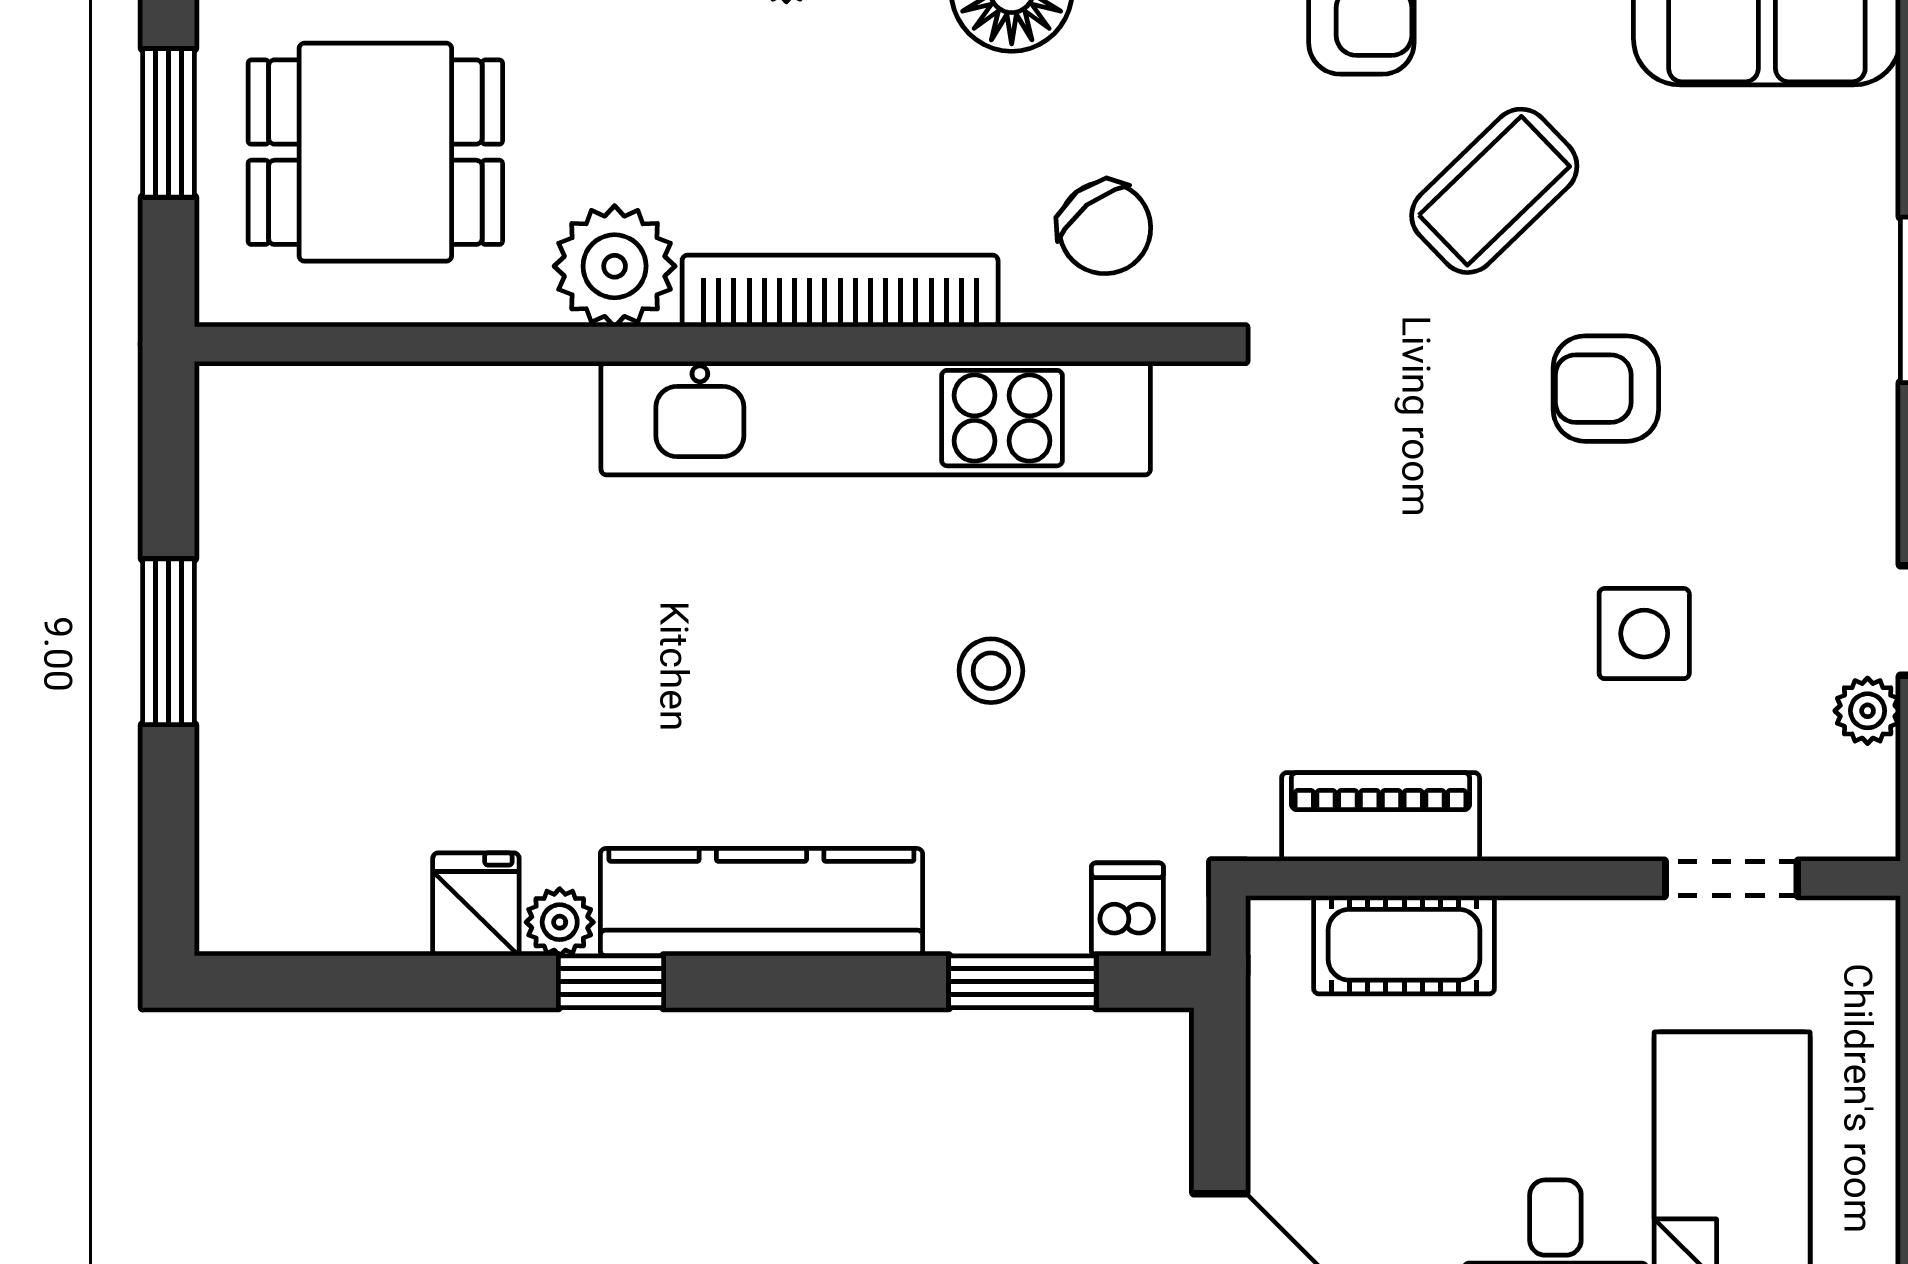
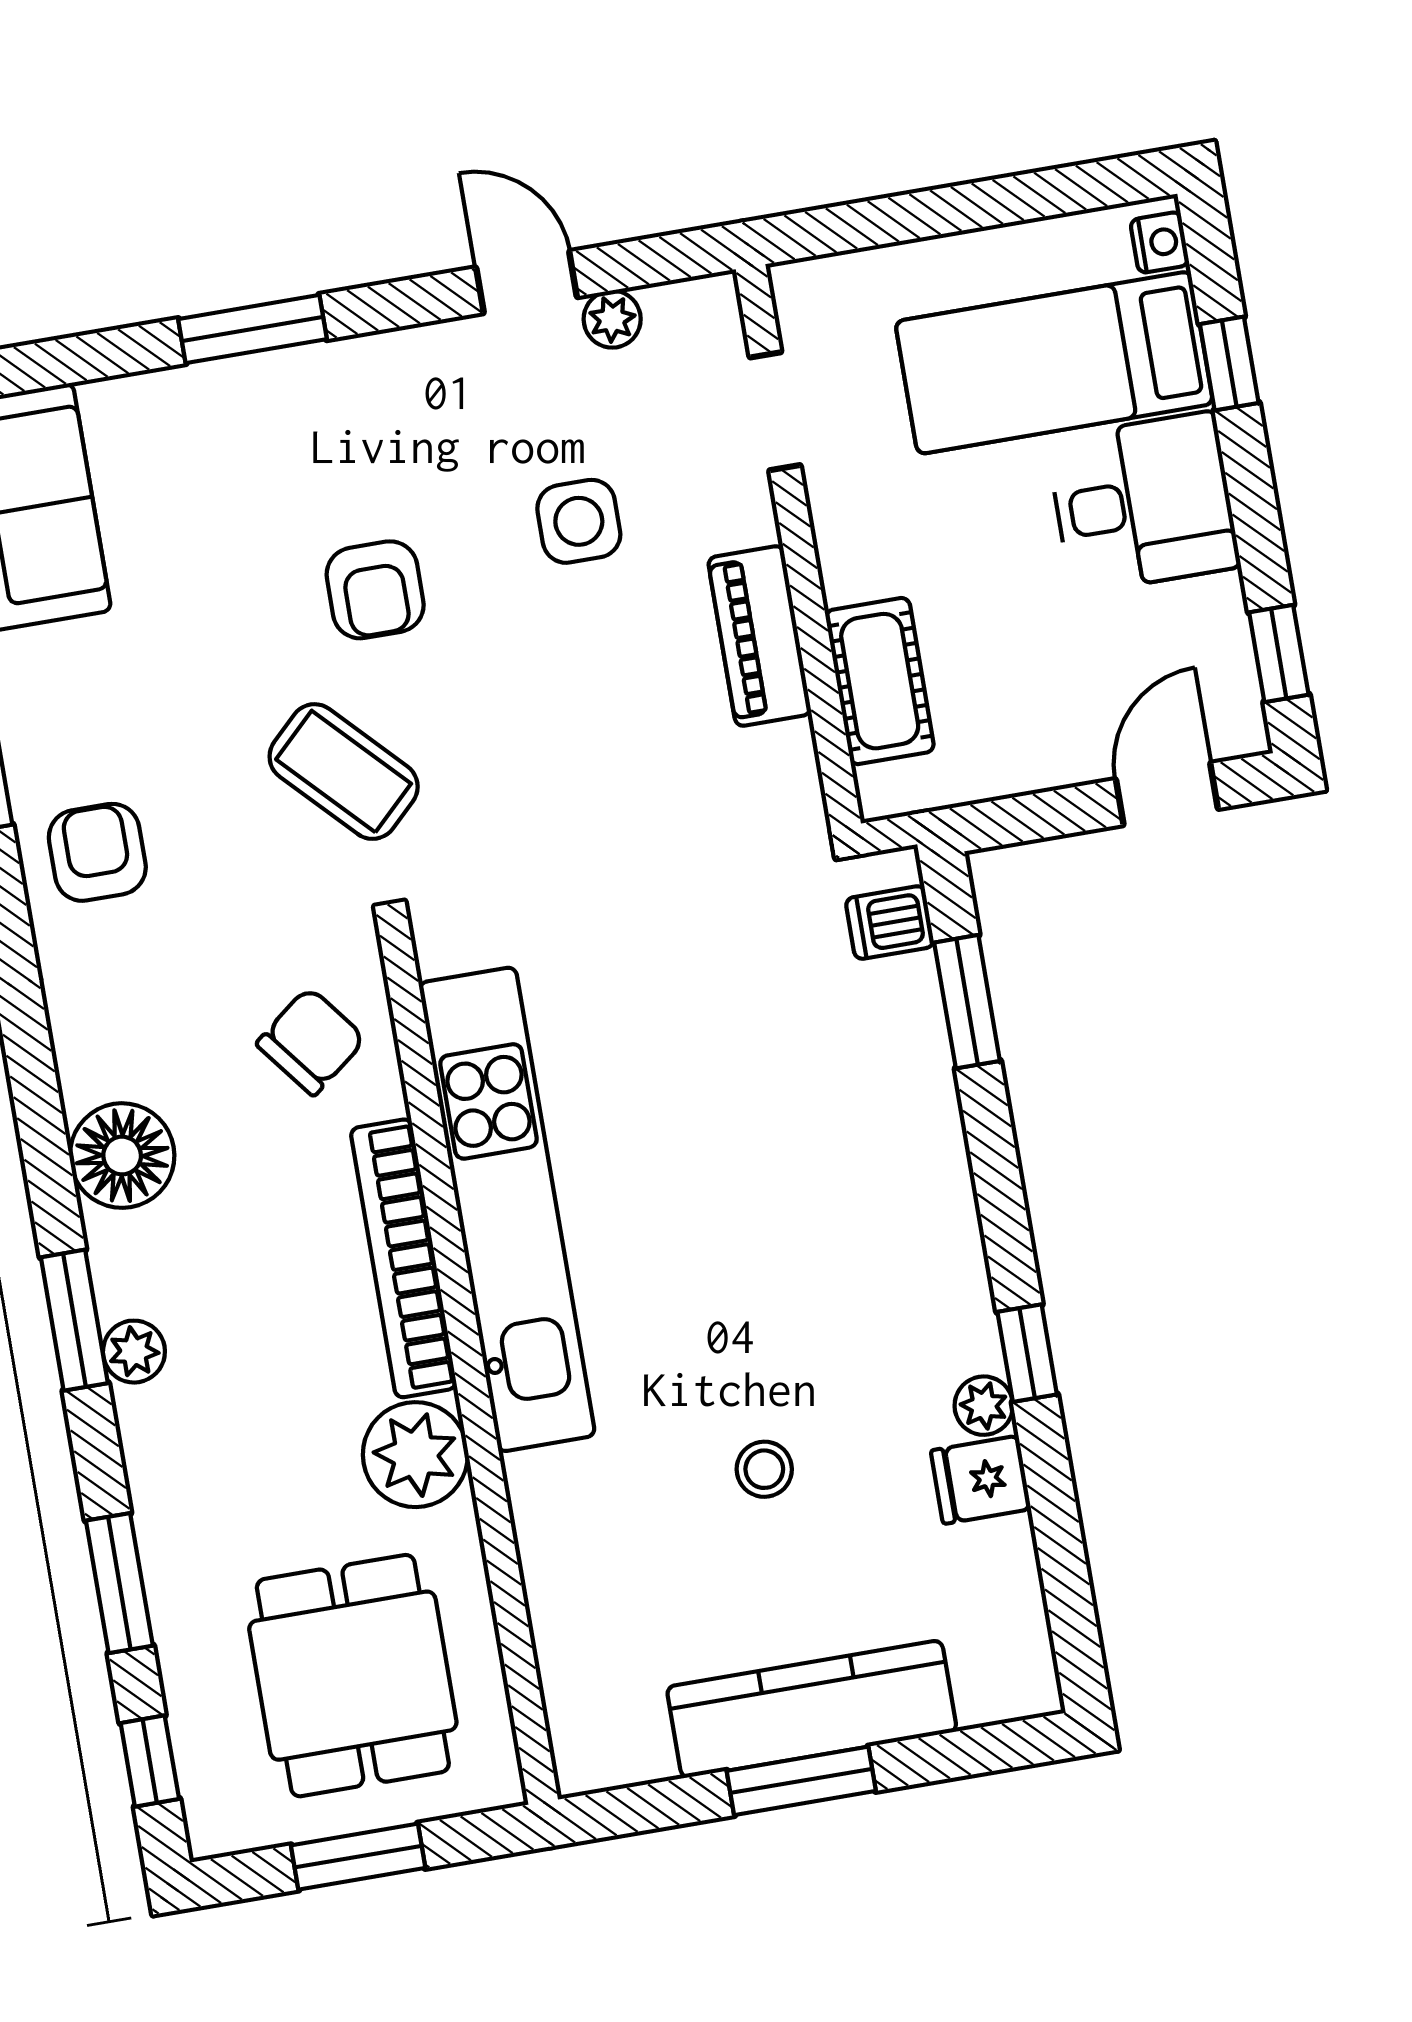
coffee table: (1494, 191) -> (344, 772), moved
stool: (991, 671) -> (764, 1469), moved
piano: (1381, 817) -> (760, 636), moved
kitchen counter: (761, 902) -> (812, 1709), moved, turned 90

